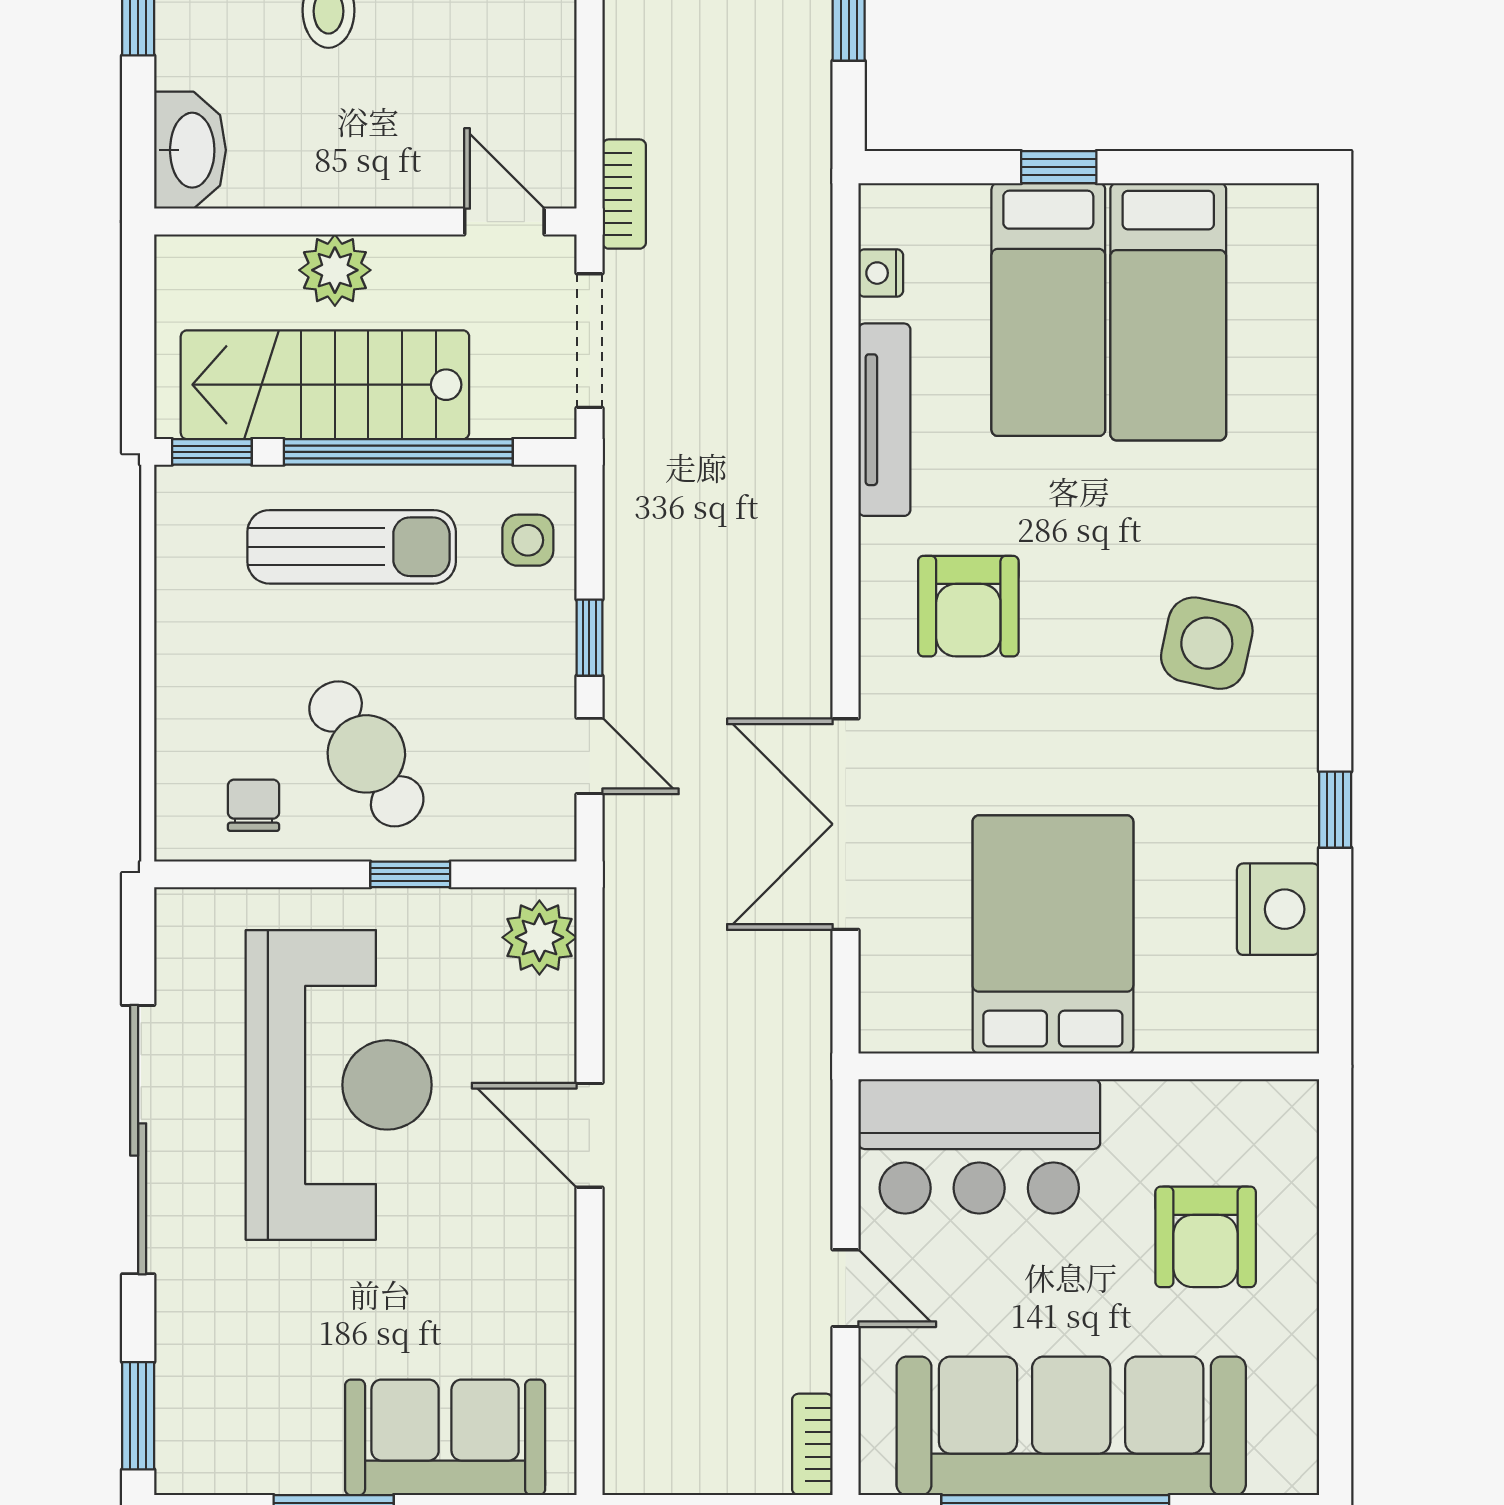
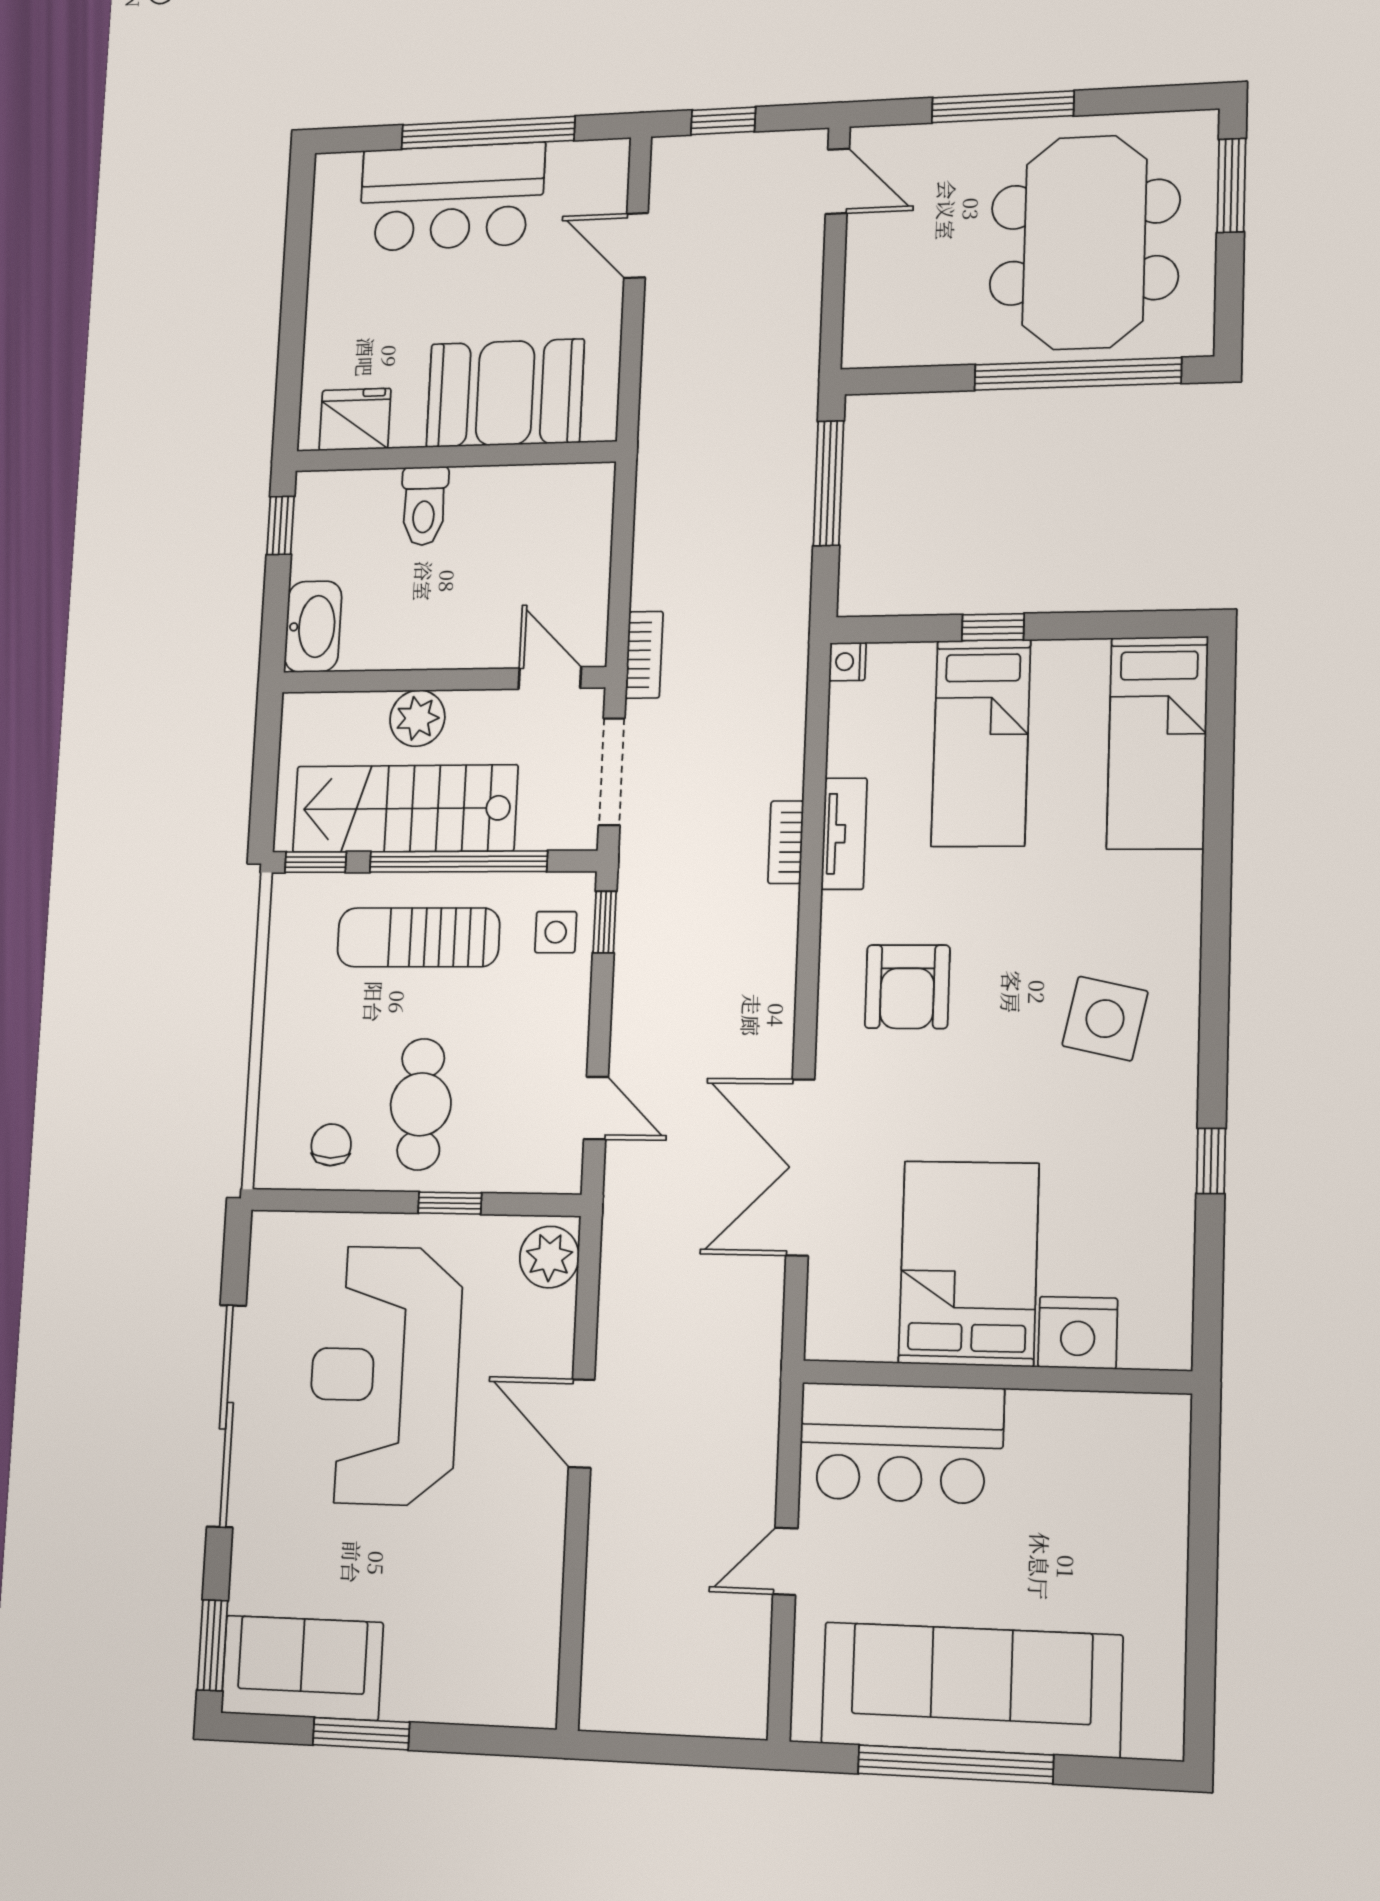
nightstand: (881, 273) -> (847, 662), moved
bed: (1168, 312) -> (1158, 743), moved
tv unit: (884, 420) -> (844, 834), width x0.71
sun lounger: (352, 547) -> (418, 937), turned 180
window: (589, 638) -> (605, 922), moved
cafe table: (366, 754) -> (421, 1104), turned 33
nightstand: (1278, 909) -> (1078, 1333), moved, turned 90
reception desk: (339, 1085) -> (385, 1375), turned 180
armchair: (1206, 1237) -> (1091, 1528), removed
door: (845, 1288) -> (785, 1561), swing flipped
sofa: (445, 1437) -> (302, 1668), moved
bookcase: (812, 1444) -> (786, 842), moved

